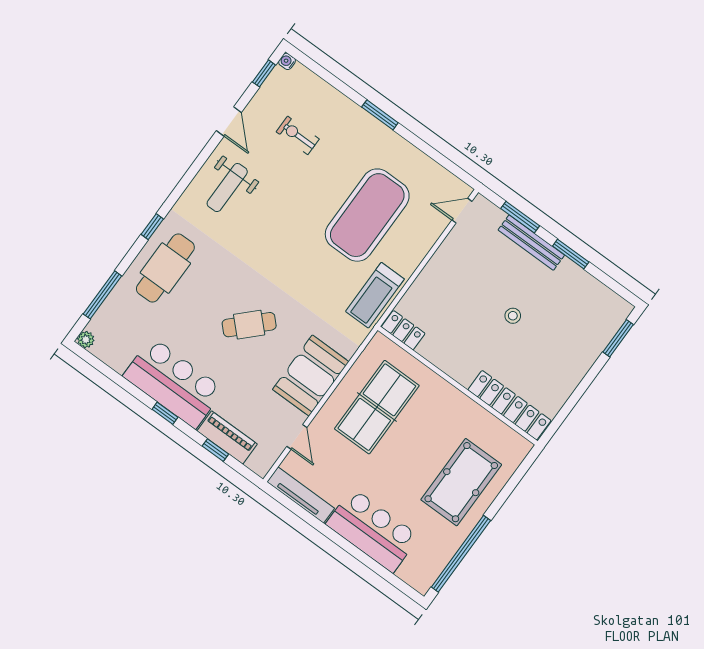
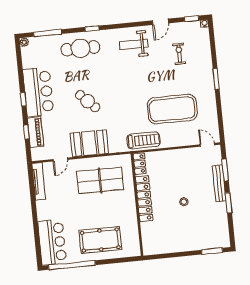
treadmill: (375, 295) -> (143, 140), turned 180
locker: (509, 405) -> (144, 199), moved
bar counter: (373, 530) -> (52, 242), moved

